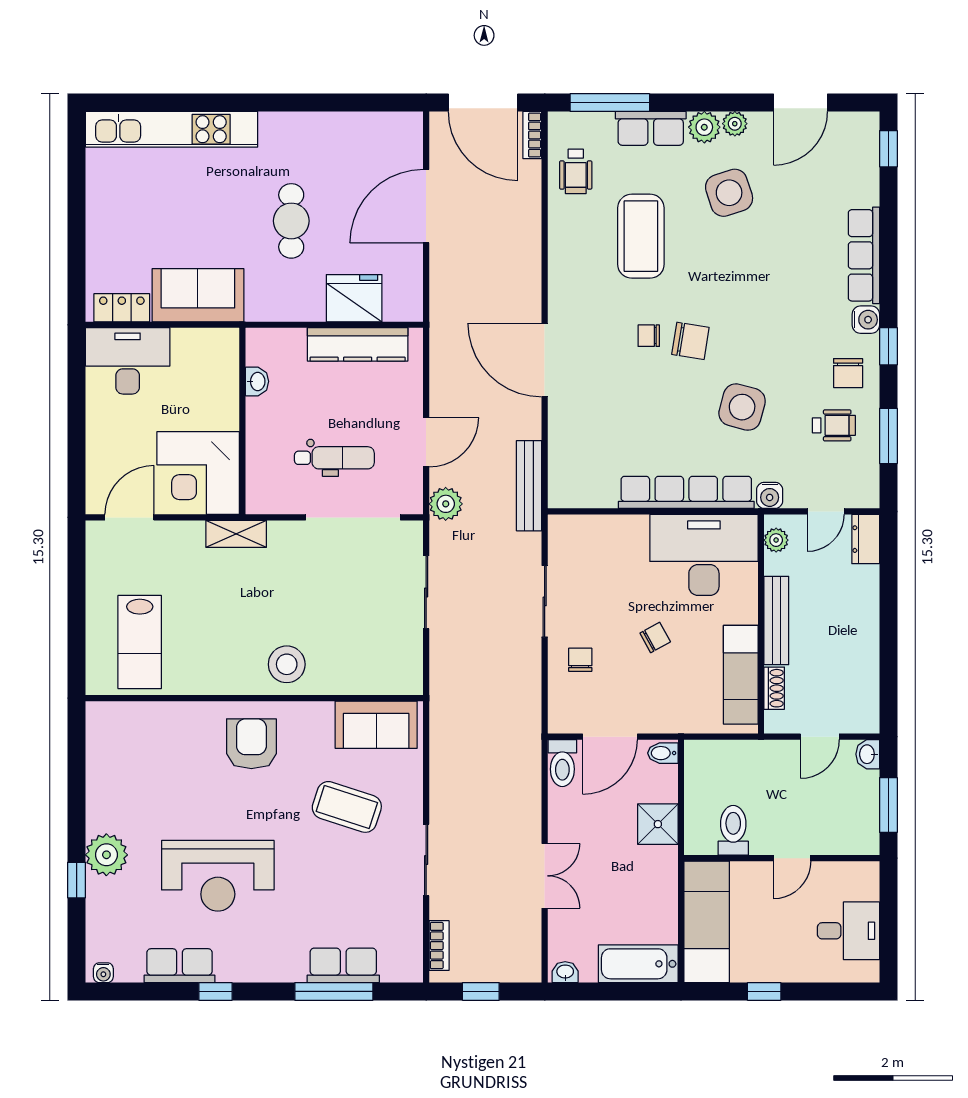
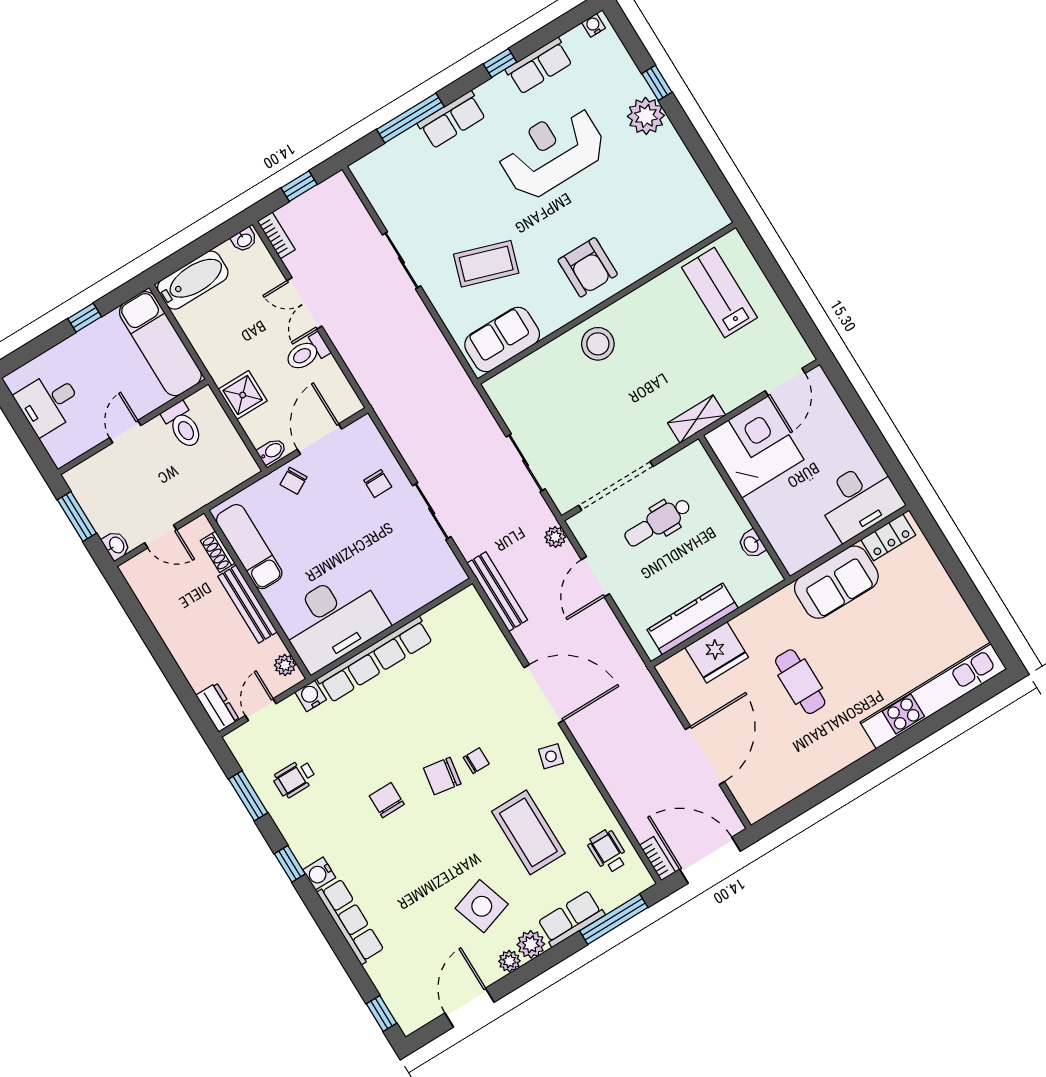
chair: (848, 373) -> (387, 800), moved
side table: (742, 407) -> (551, 756), moved, width x0.54, depth x0.54
plant: (446, 504) -> (555, 537), width x0.73, depth x0.73
chair: (655, 637) -> (294, 481), moved
door: (820, 737) -> (161, 536), swing flipped
toilet: (562, 763) -> (307, 353), moved, turned -90
bookcase: (439, 946) -> (276, 235), moved, turned 180
row of seats: (343, 965) -> (452, 120), moved

